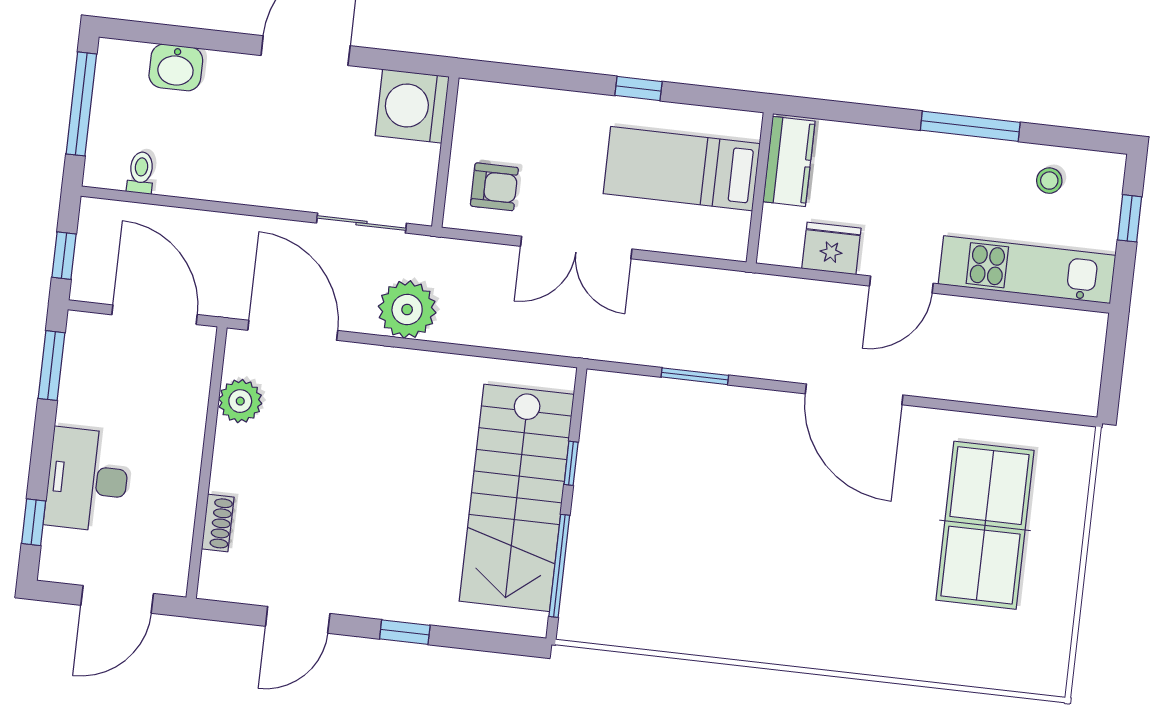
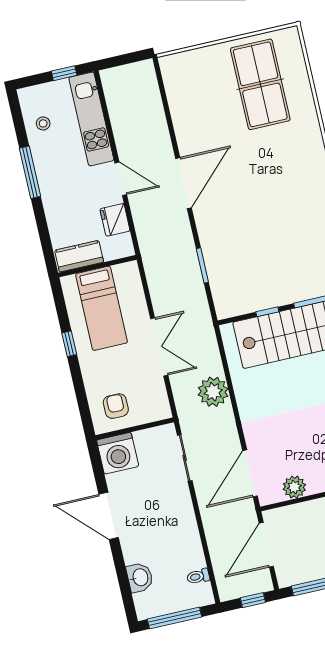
armchair: (494, 187) -> (116, 406), moved
window: (1130, 218) -> (64, 73), moved
plant: (407, 309) -> (213, 392), moved
table tennis table: (985, 525) -> (260, 84), moved, turned 90

